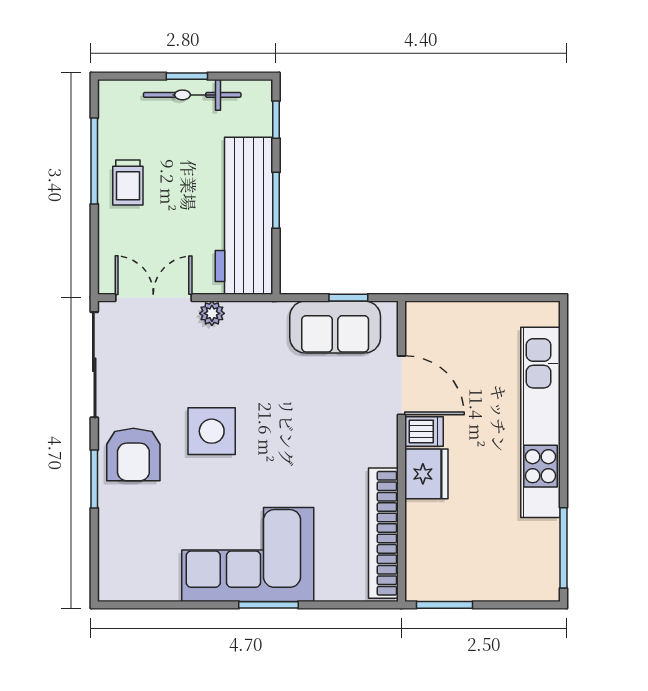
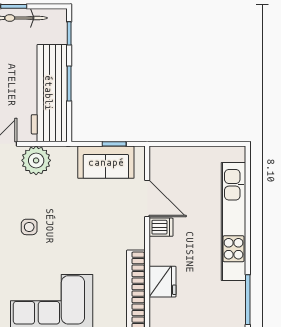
plant: (212, 313) -> (36, 160), width x1.88, depth x1.88
side table: (212, 431) -> (29, 227), width x0.54, depth x0.54
fridge: (426, 474) -> (163, 282), moved

